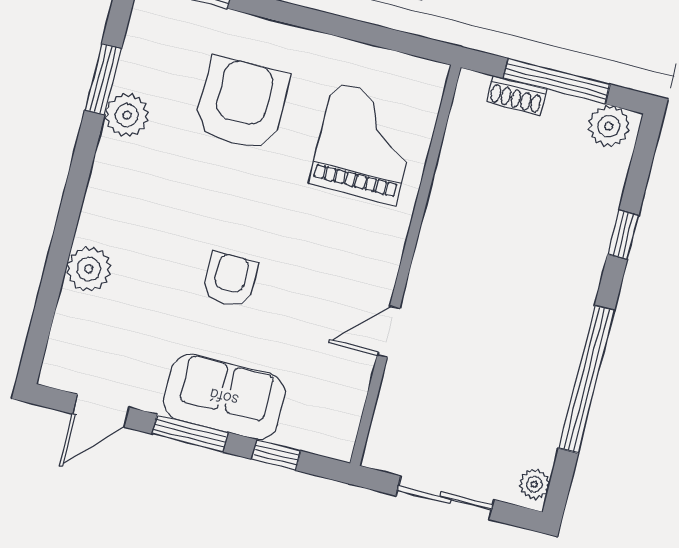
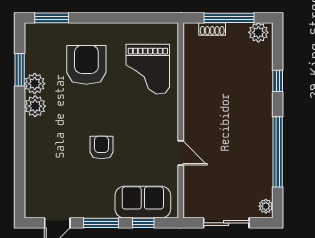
grand piano: (365, 144) -> (148, 69), turned 180
plant: (89, 269) -> (35, 106), moved
door: (389, 332) -> (181, 153), swing flipped
sofa: (224, 397) -> (143, 202), moved

